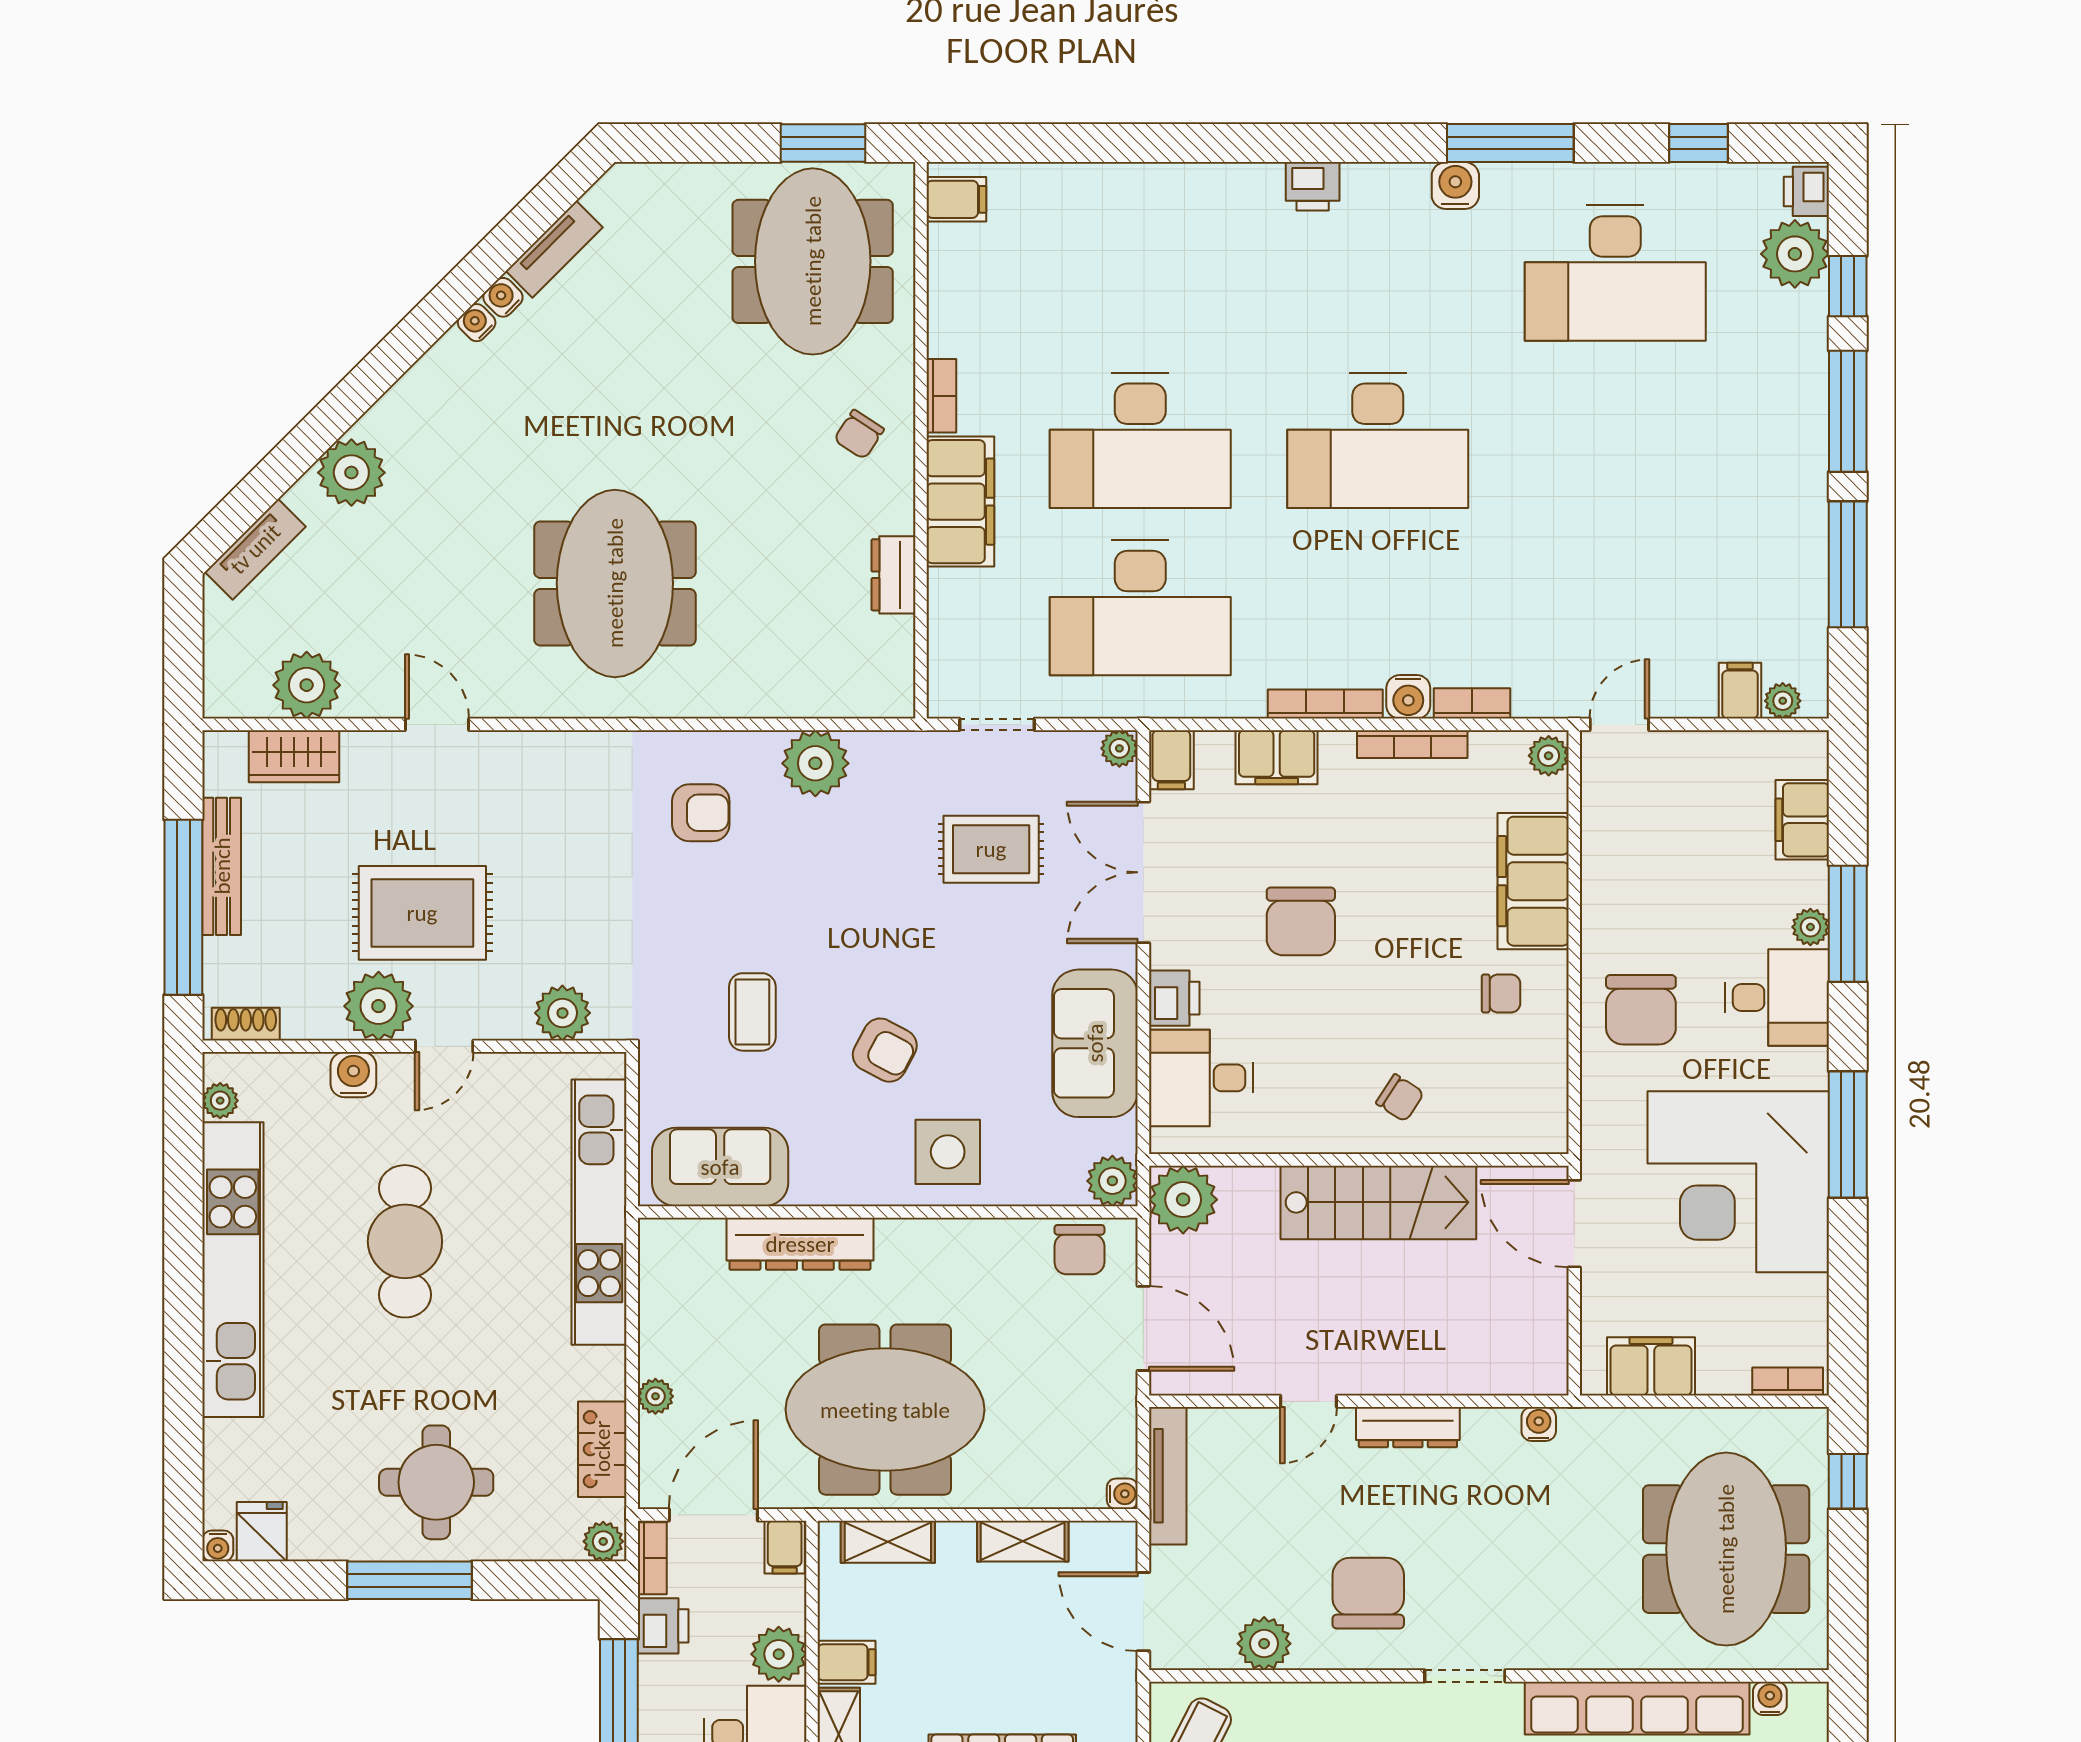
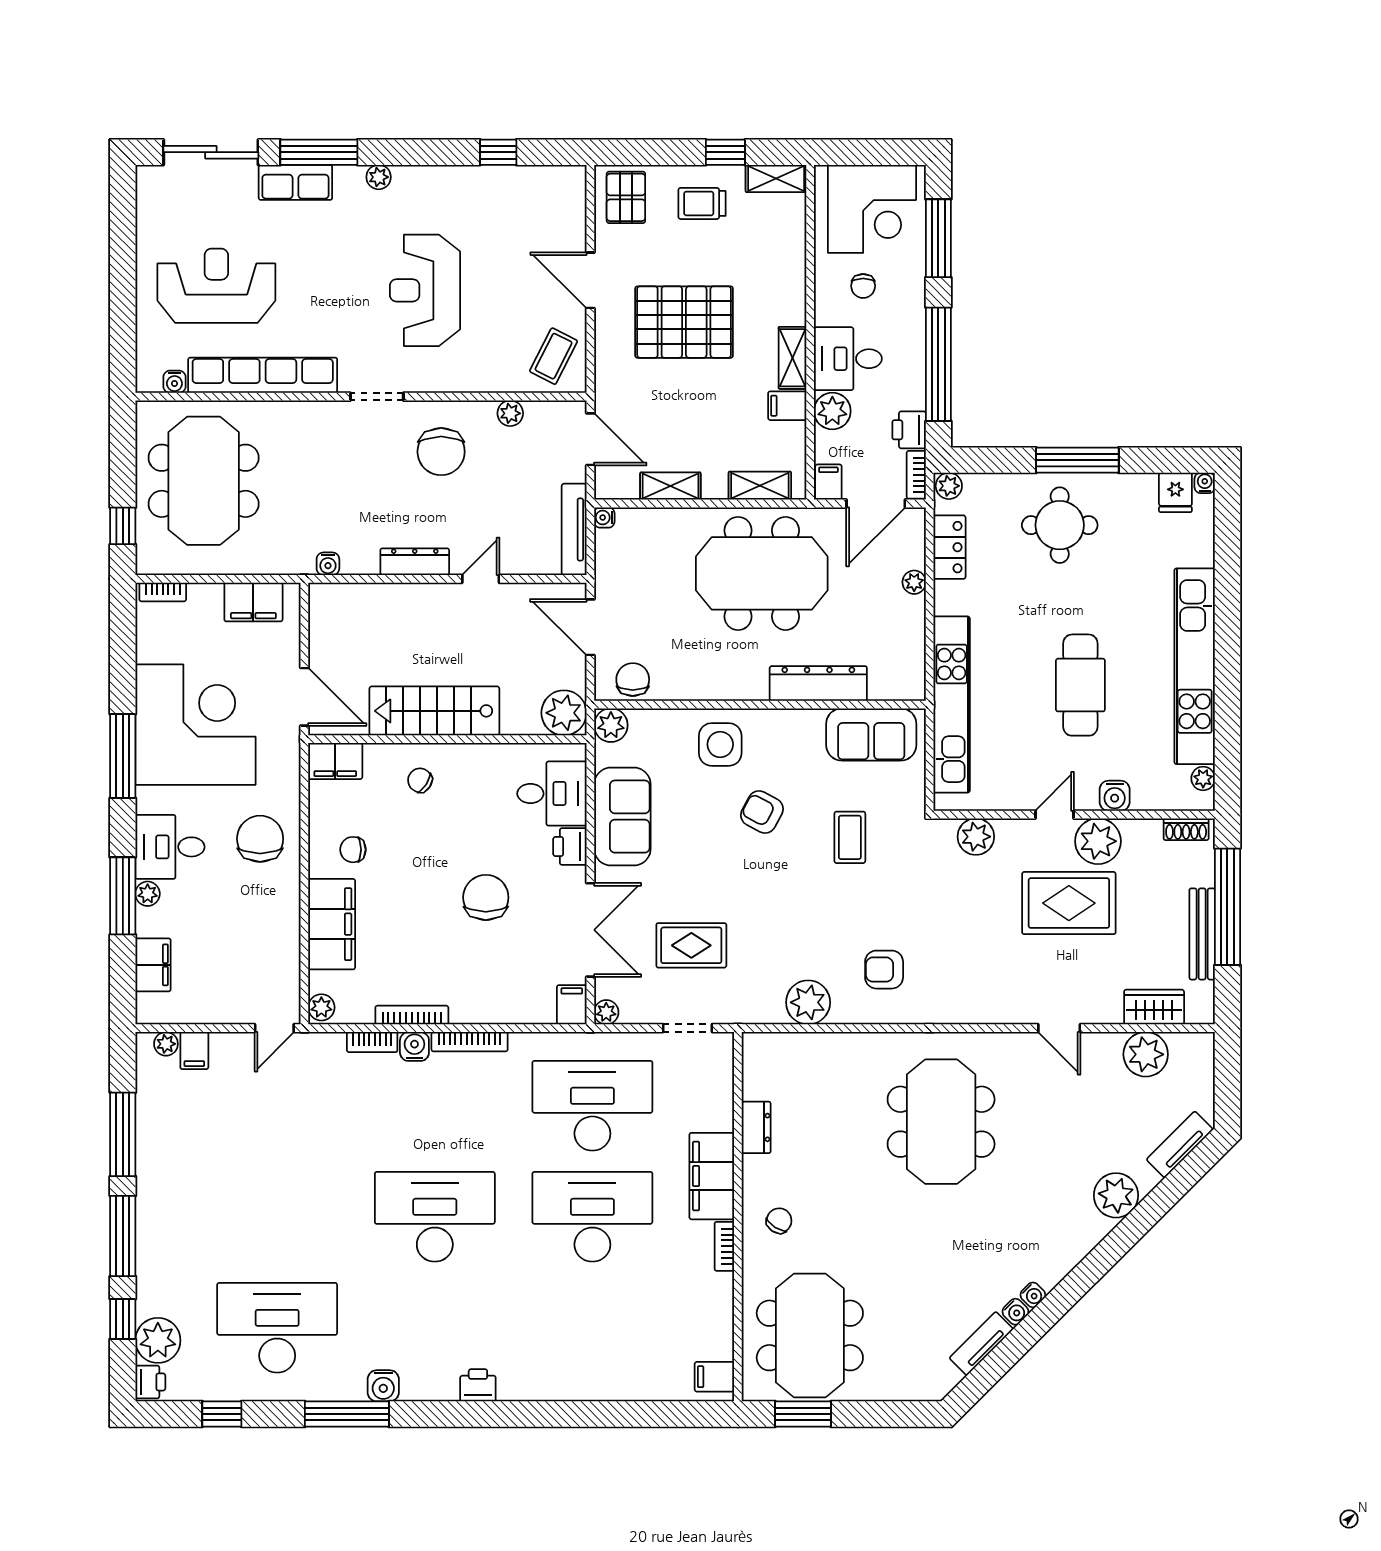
filing cabinet: (1277, 757) -> (335, 761), moved, turned 180
plant: (1264, 1644) -> (510, 413), width x0.73, depth x0.73

